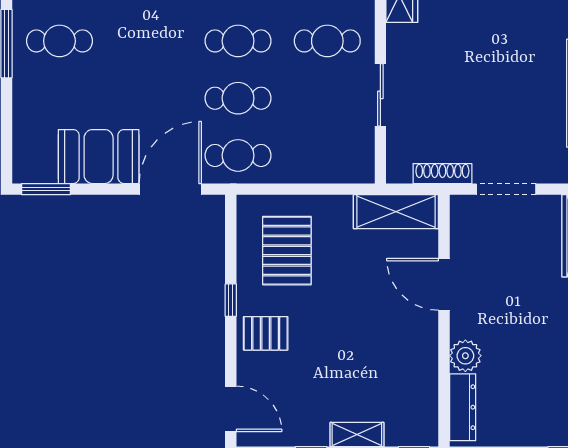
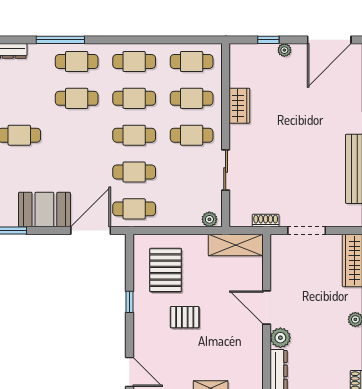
plant: (355, 172) -> (209, 219), added
shoe rack: (442, 174) -> (266, 221), width x0.70
door: (444, 284) -> (267, 308), moved
pallet: (266, 333) -> (185, 317), moved

